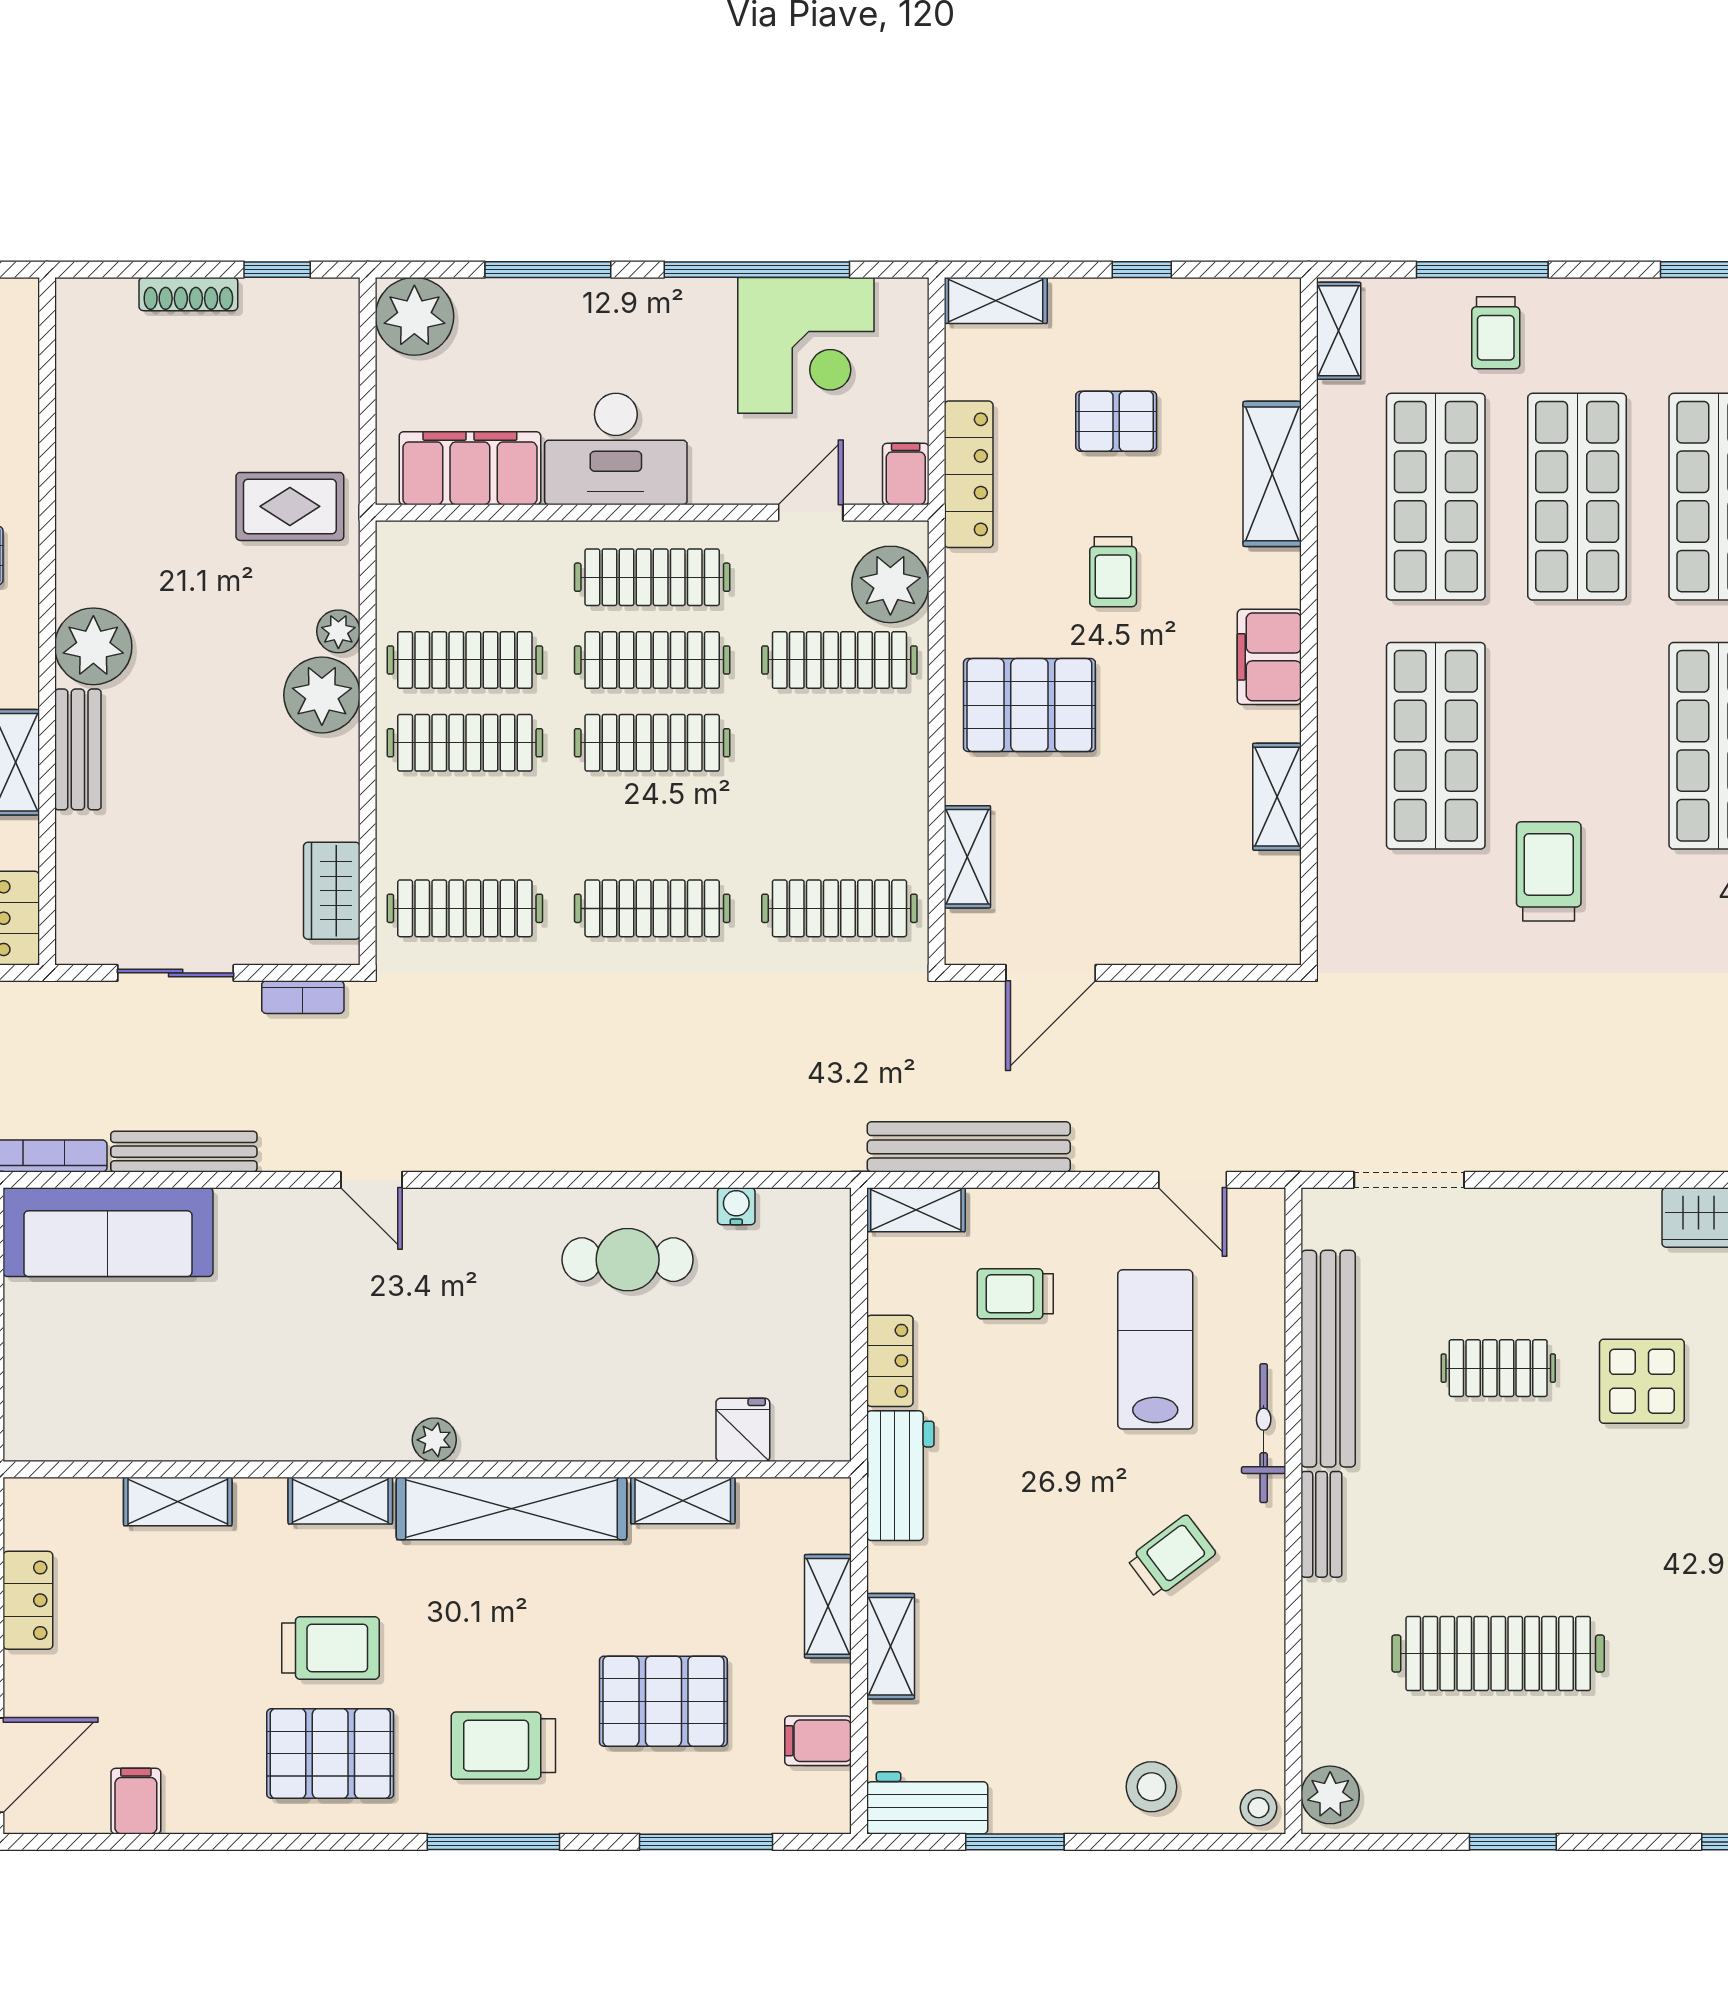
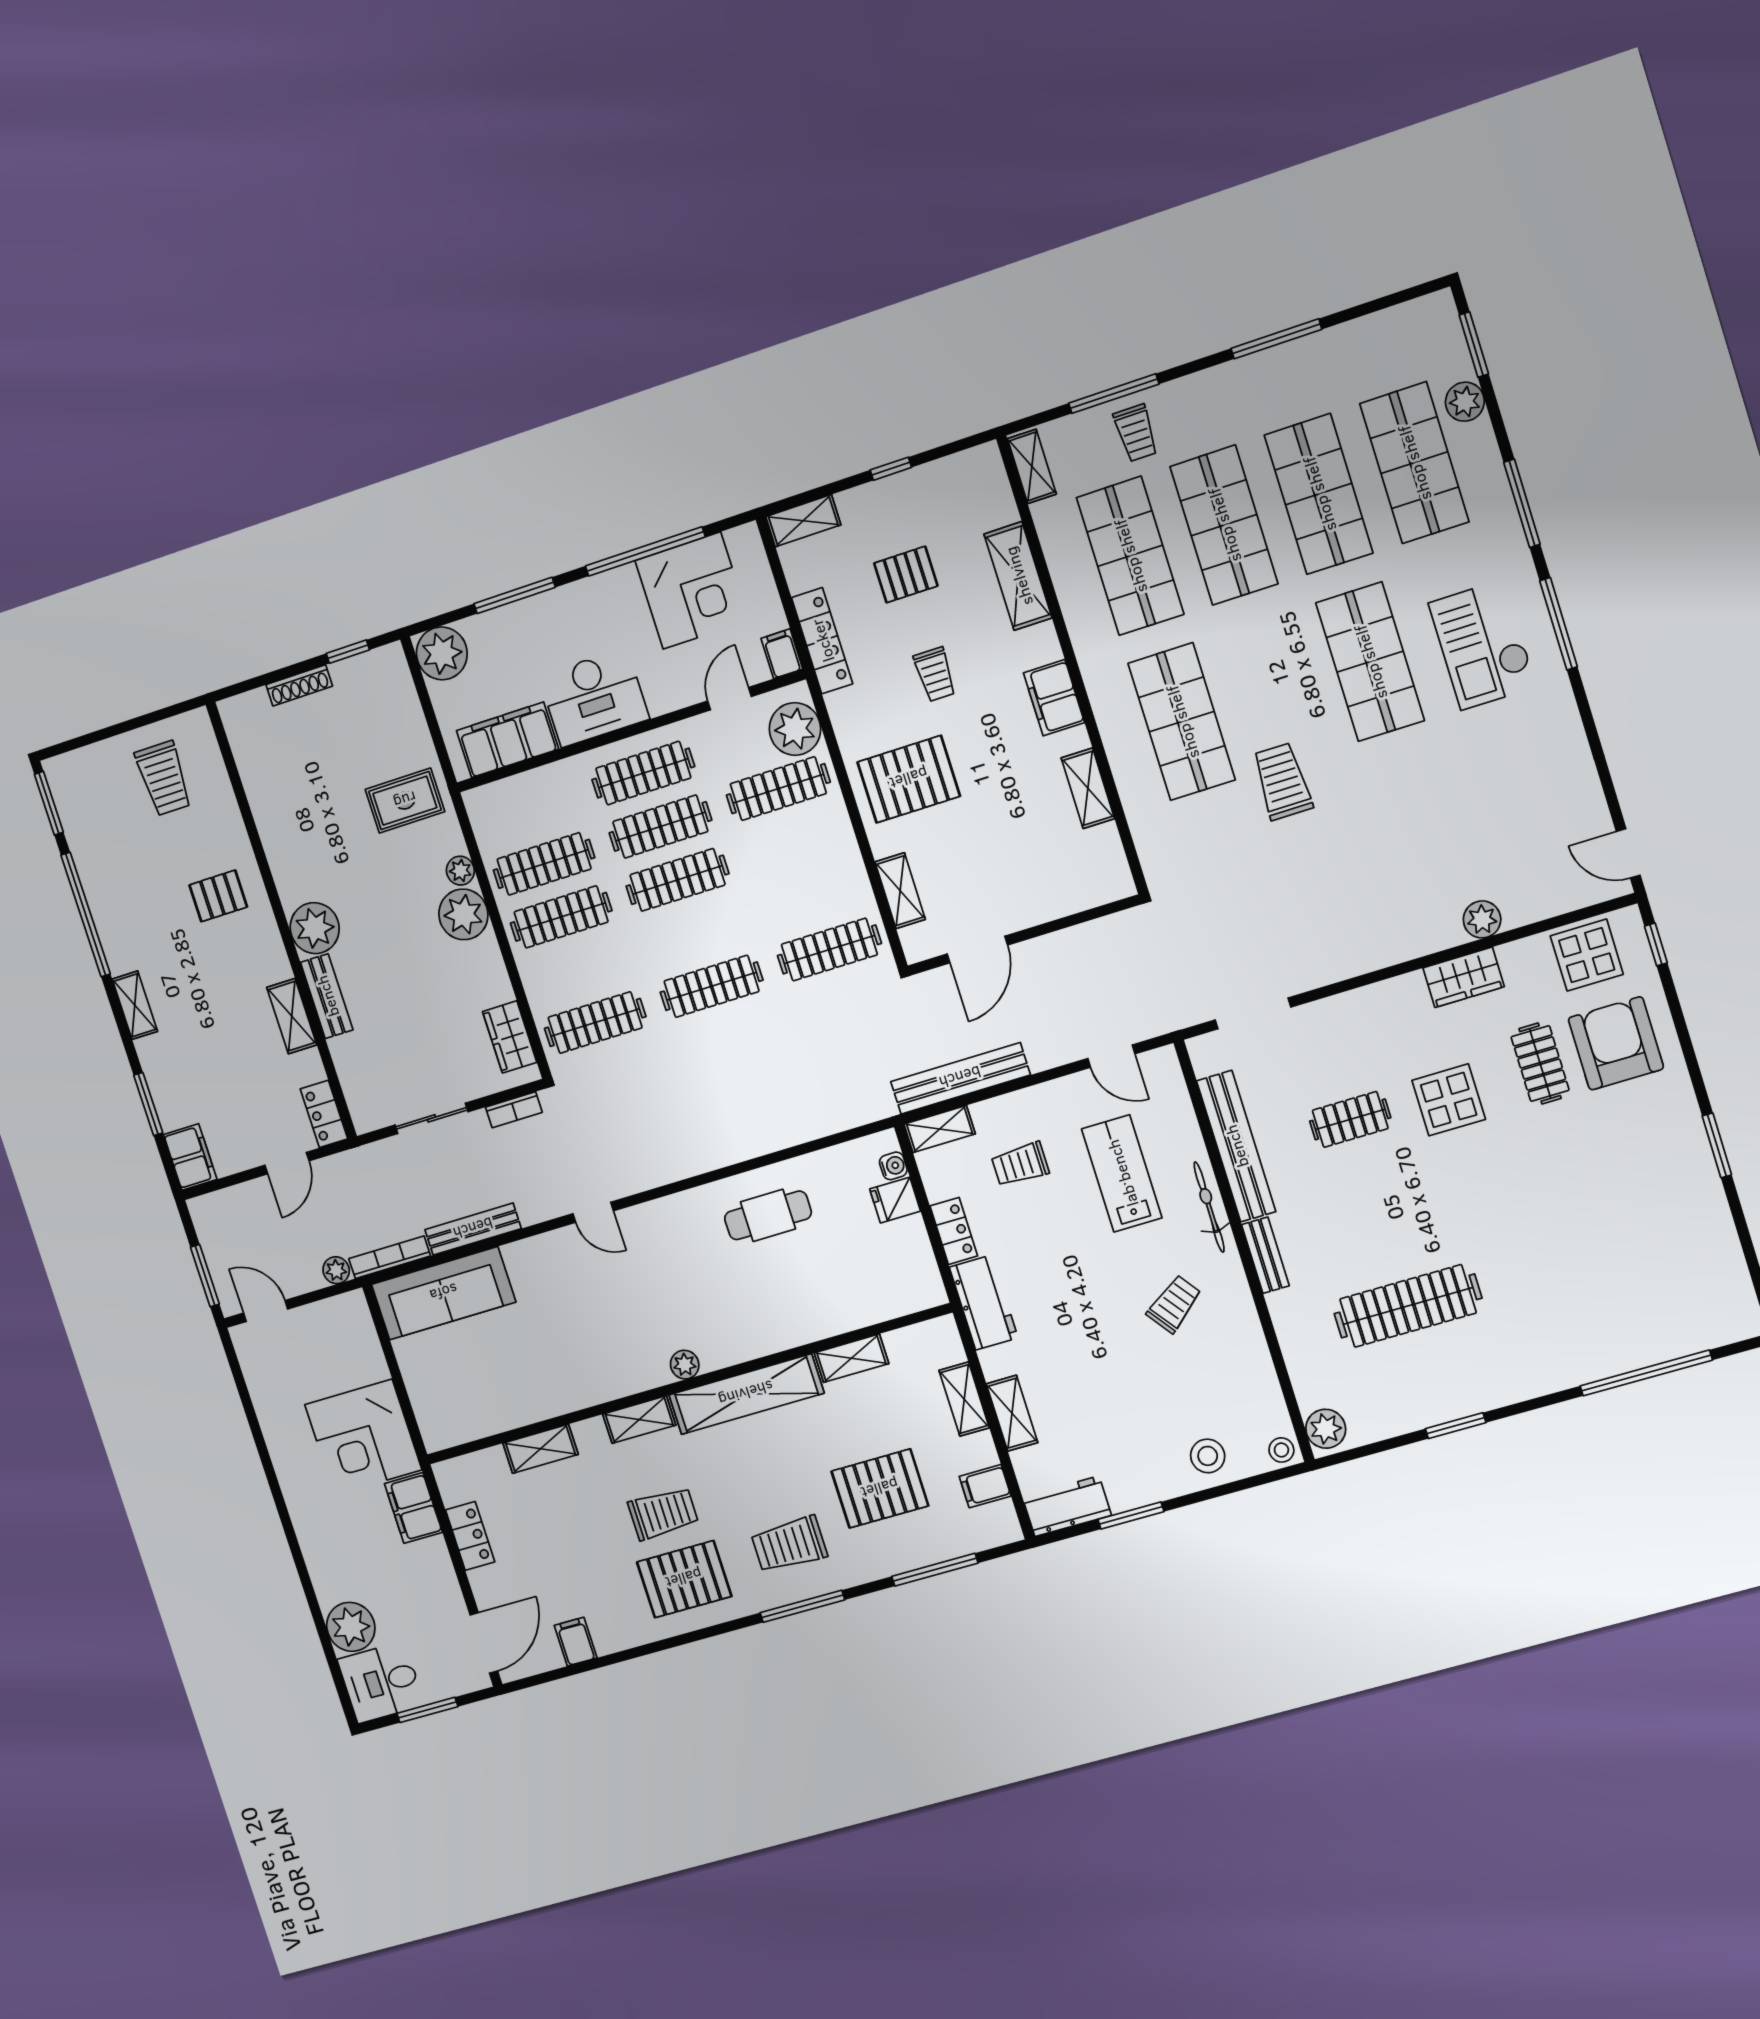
water cooler: (736, 1206) -> (893, 1166), moved, turned 90
fridge: (743, 1430) -> (895, 1200), moved, turned -90

